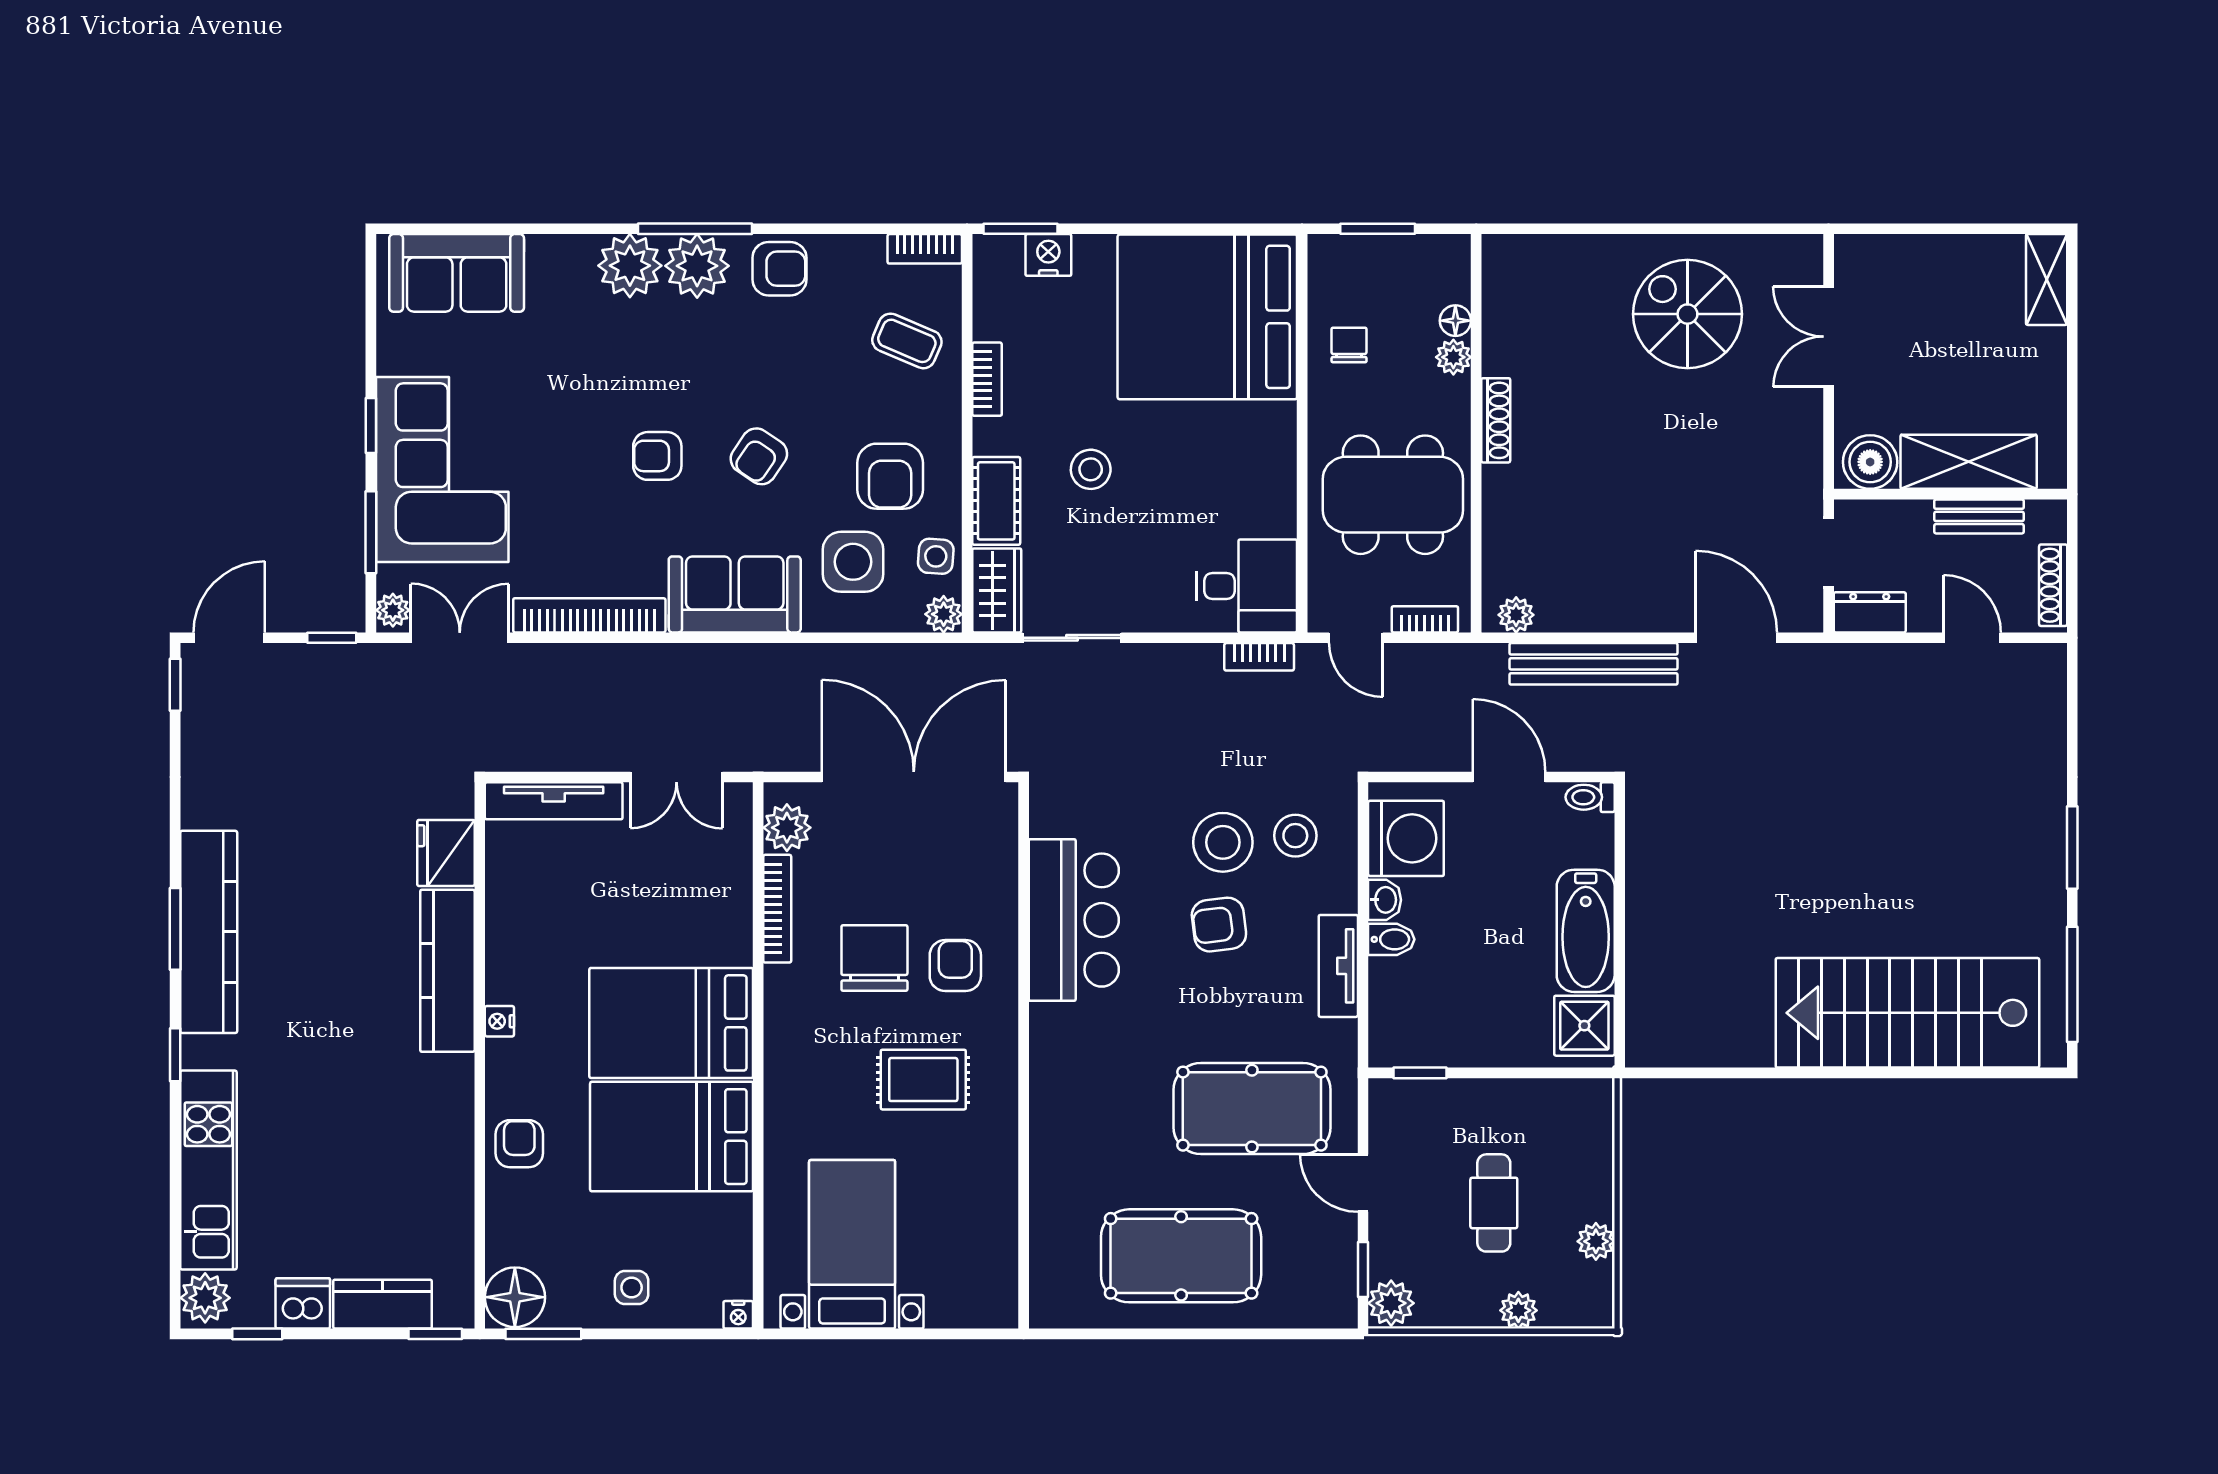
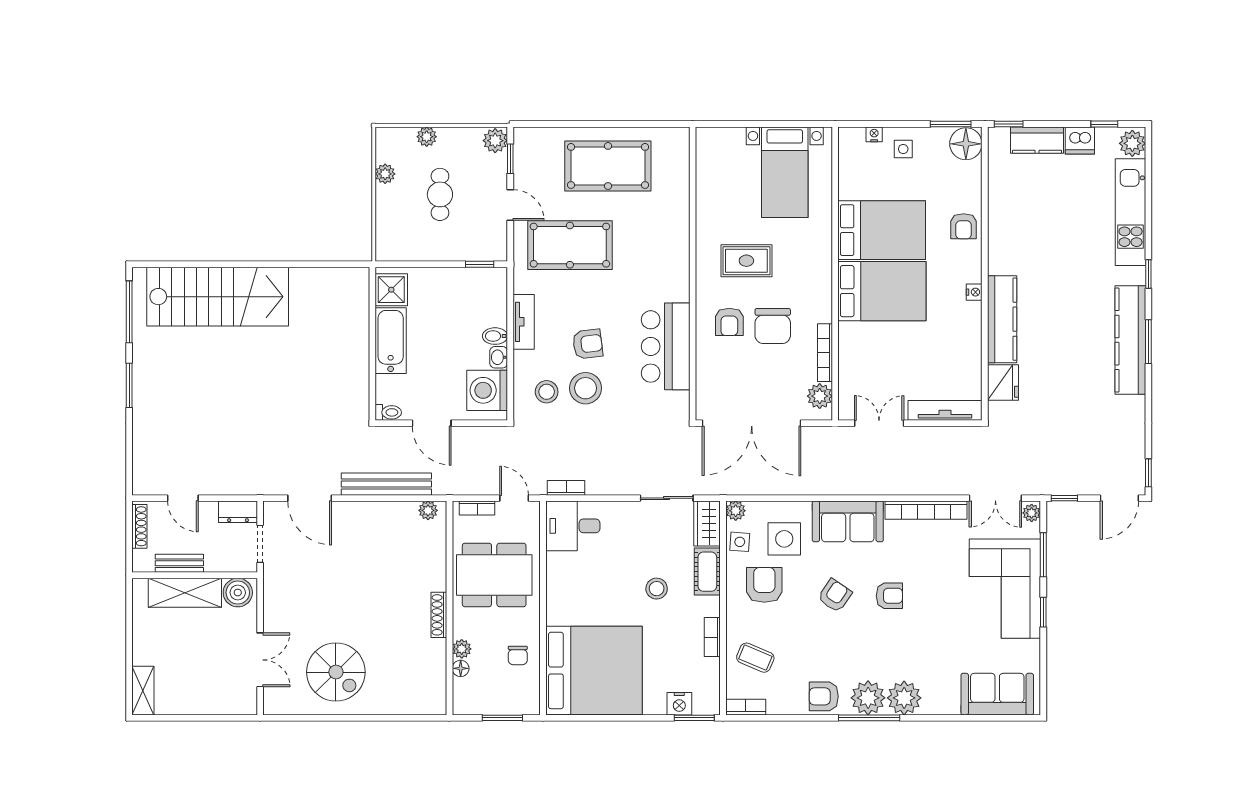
nightstand: (738, 1315) -> (874, 134), moved

